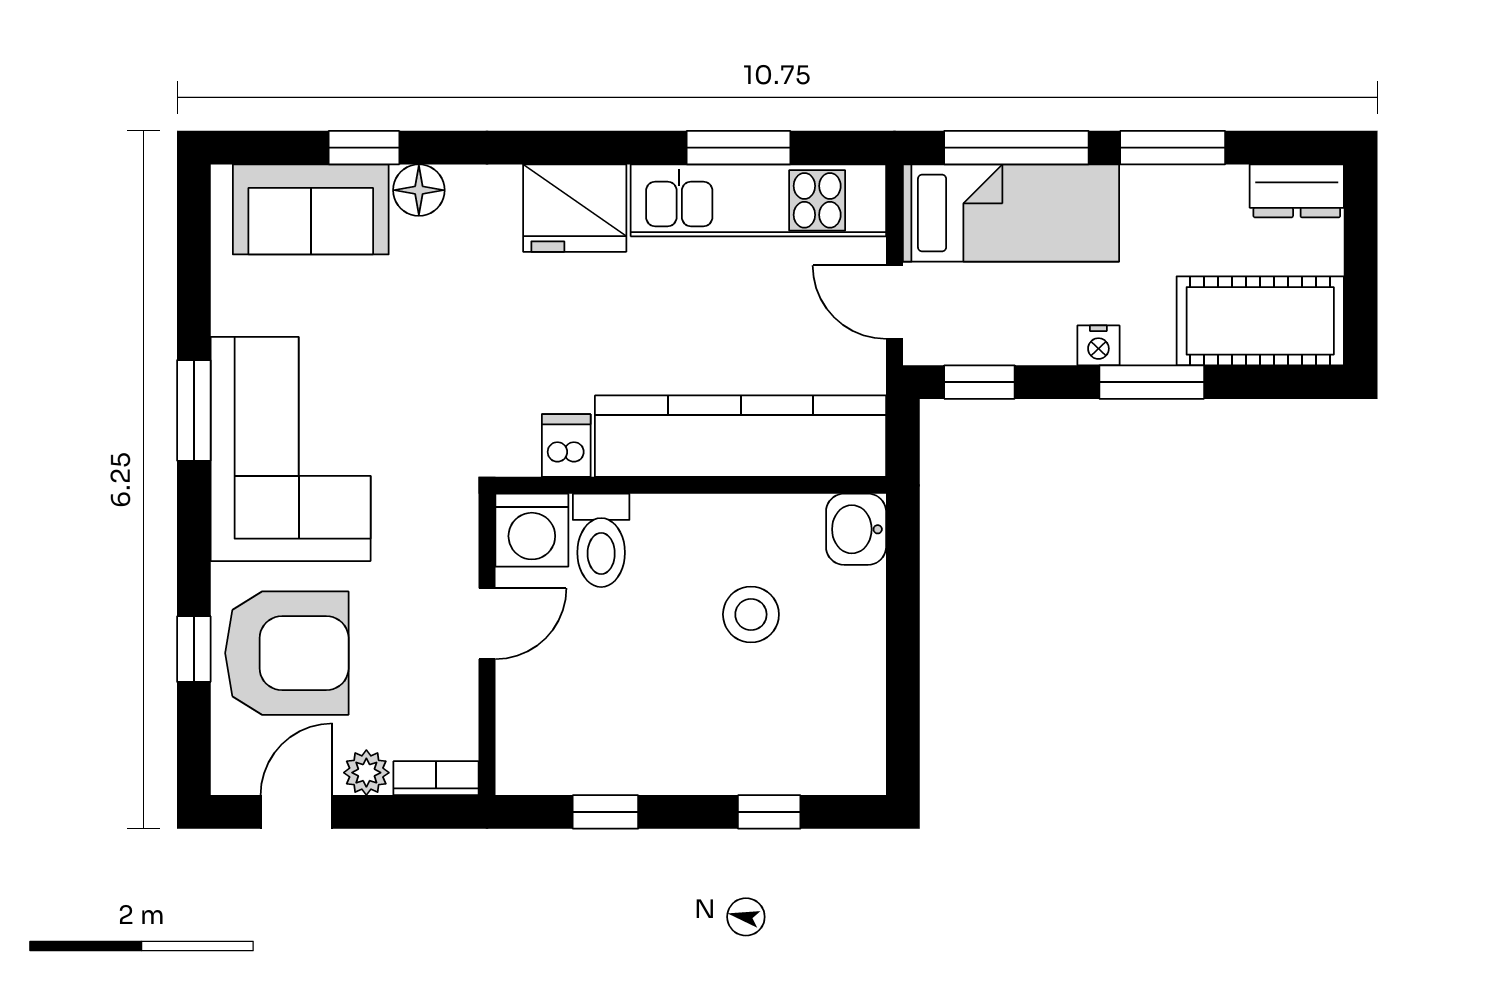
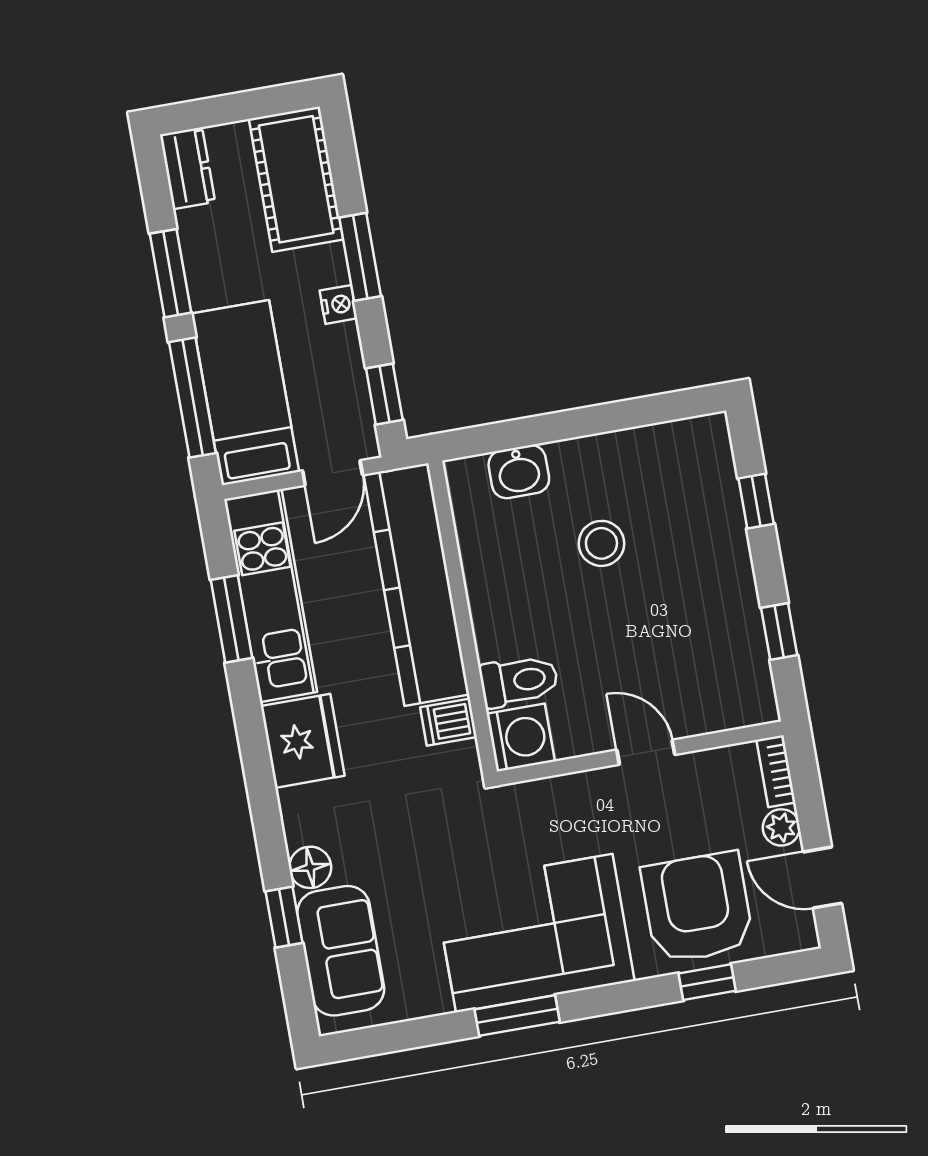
kitchen counter: (741, 436) -> (417, 585), moved
dishwasher: (566, 446) -> (448, 722), moved
wall: (691, 485) -> (463, 617), moved
washing machine: (532, 530) -> (521, 738), moved
toilet: (601, 540) -> (519, 681), moved

